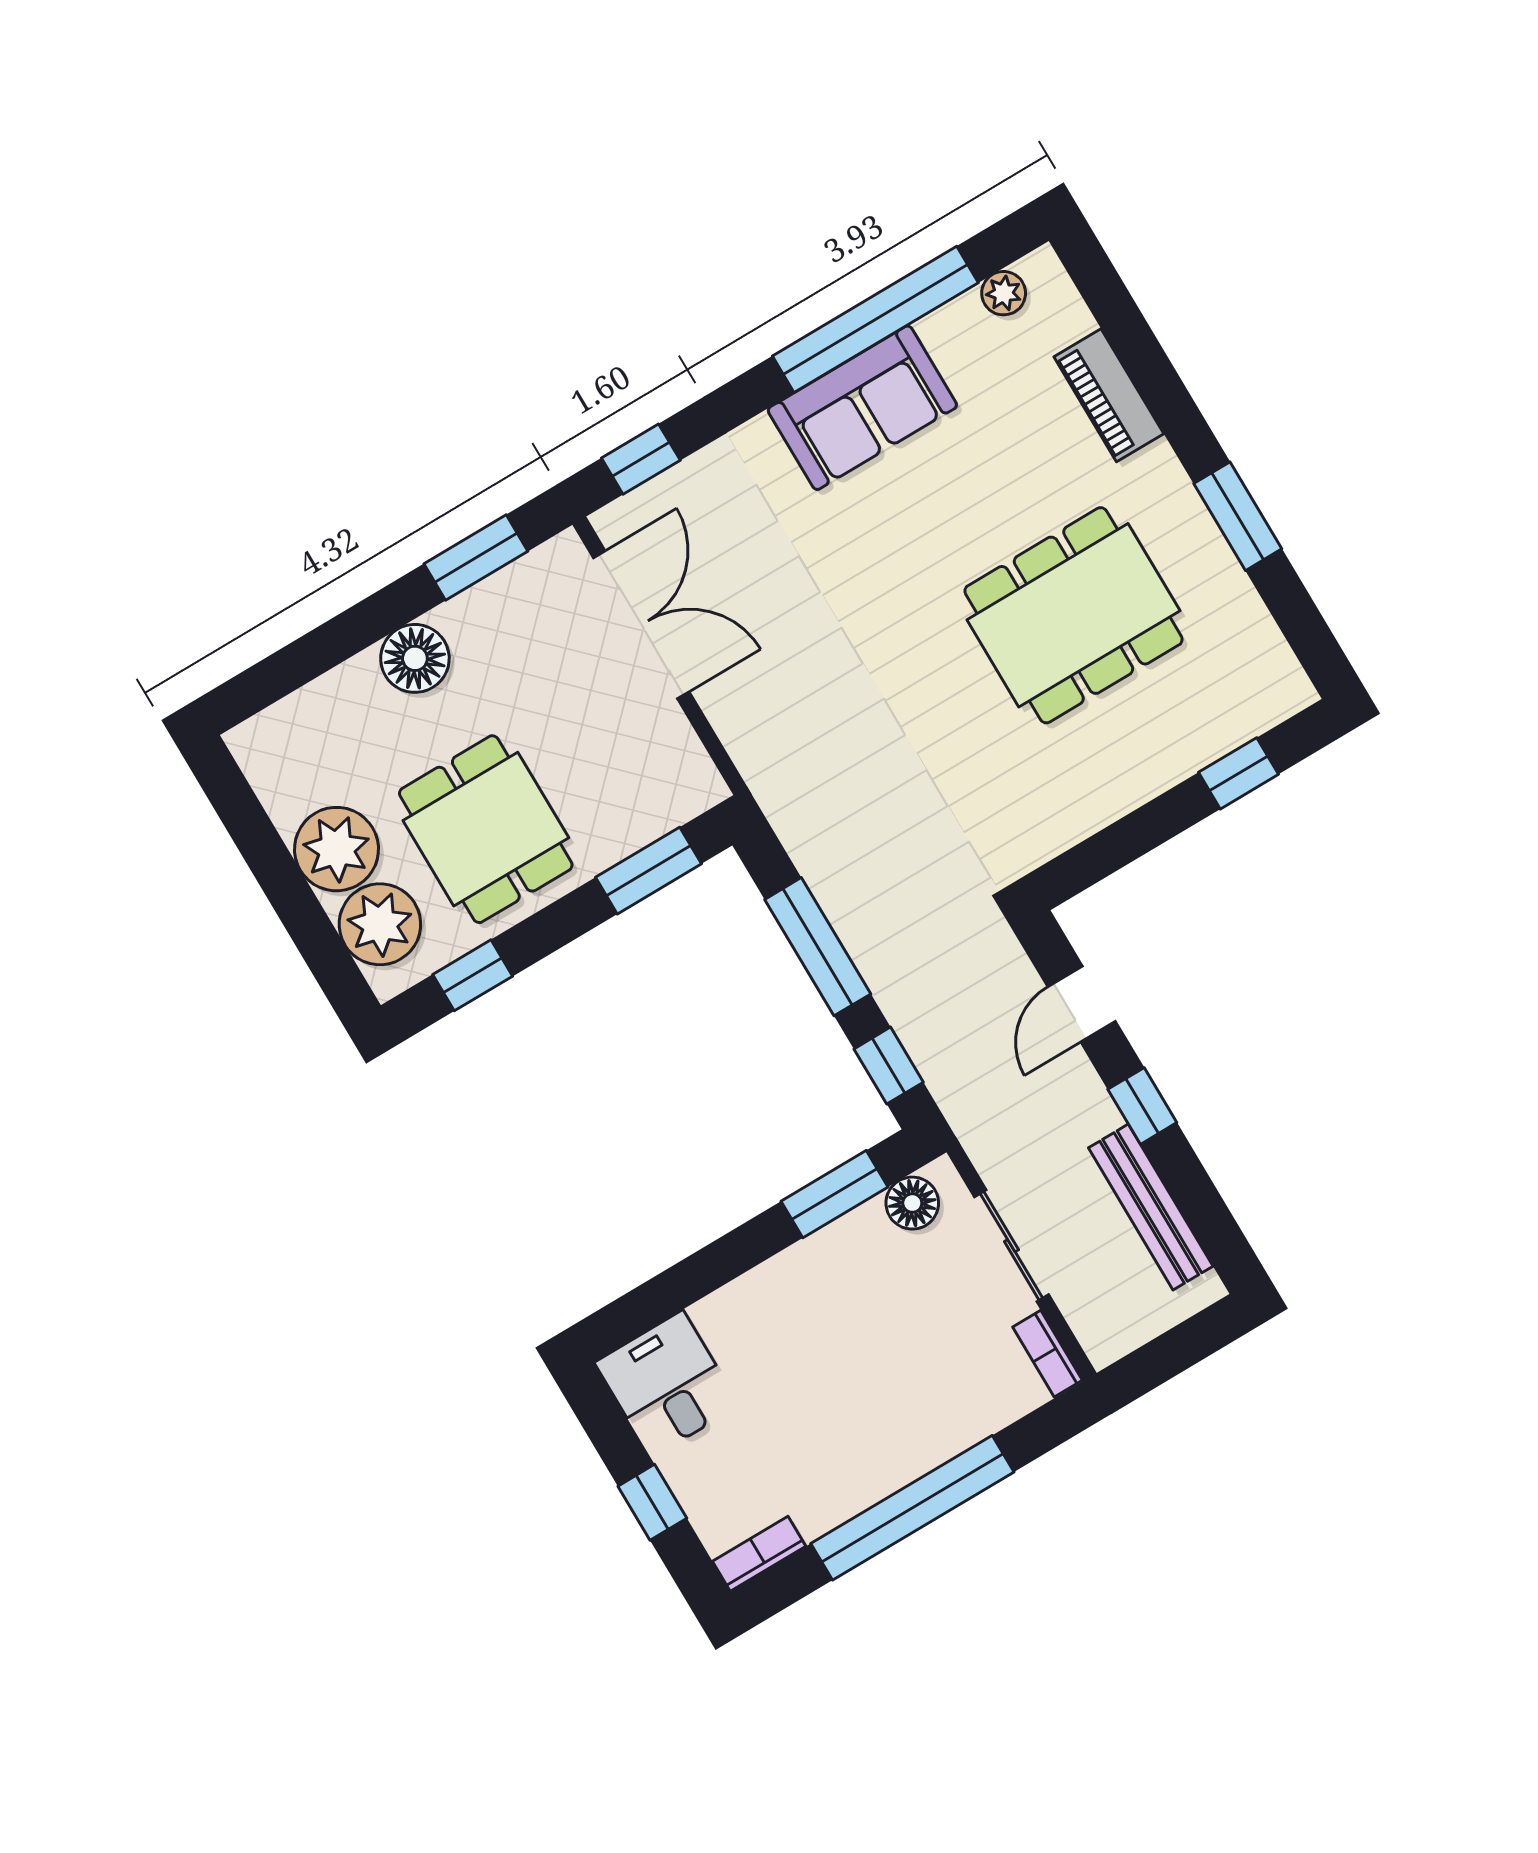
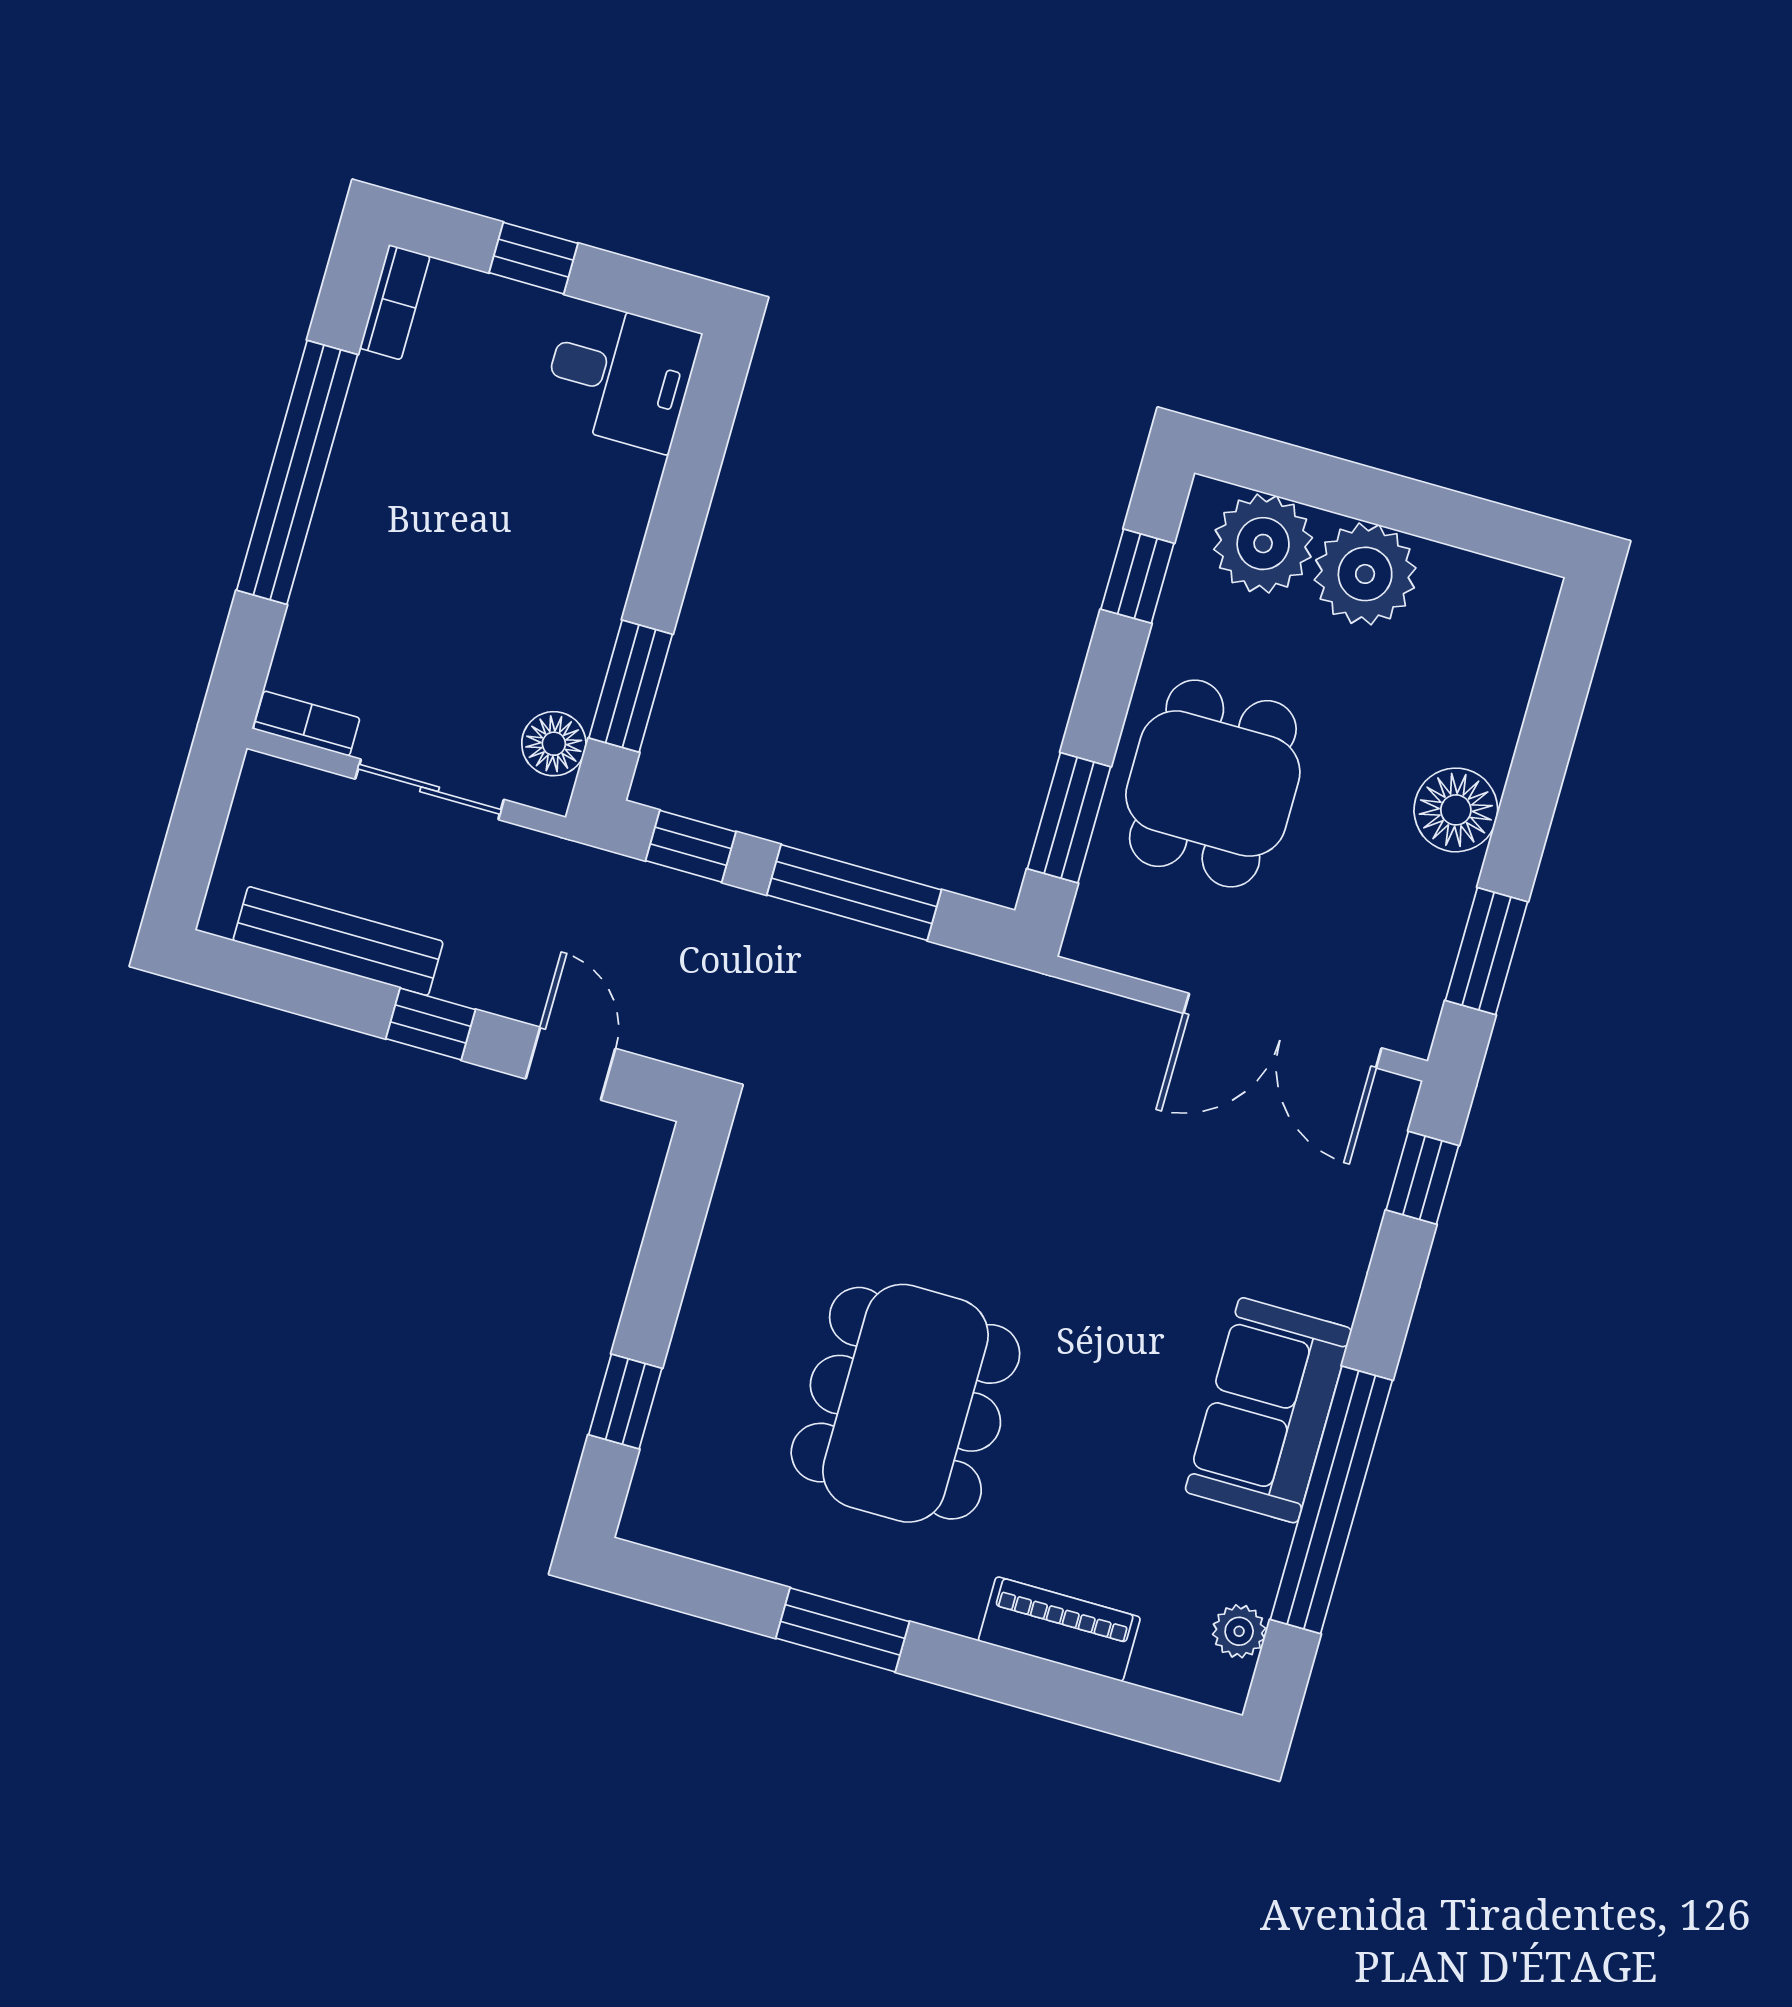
dining table: (486, 829) -> (1213, 784), moved, turned 90

